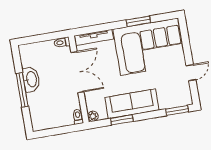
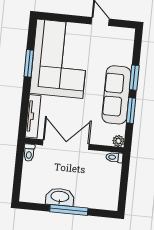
window: (177, 110) -> (134, 78), moved

